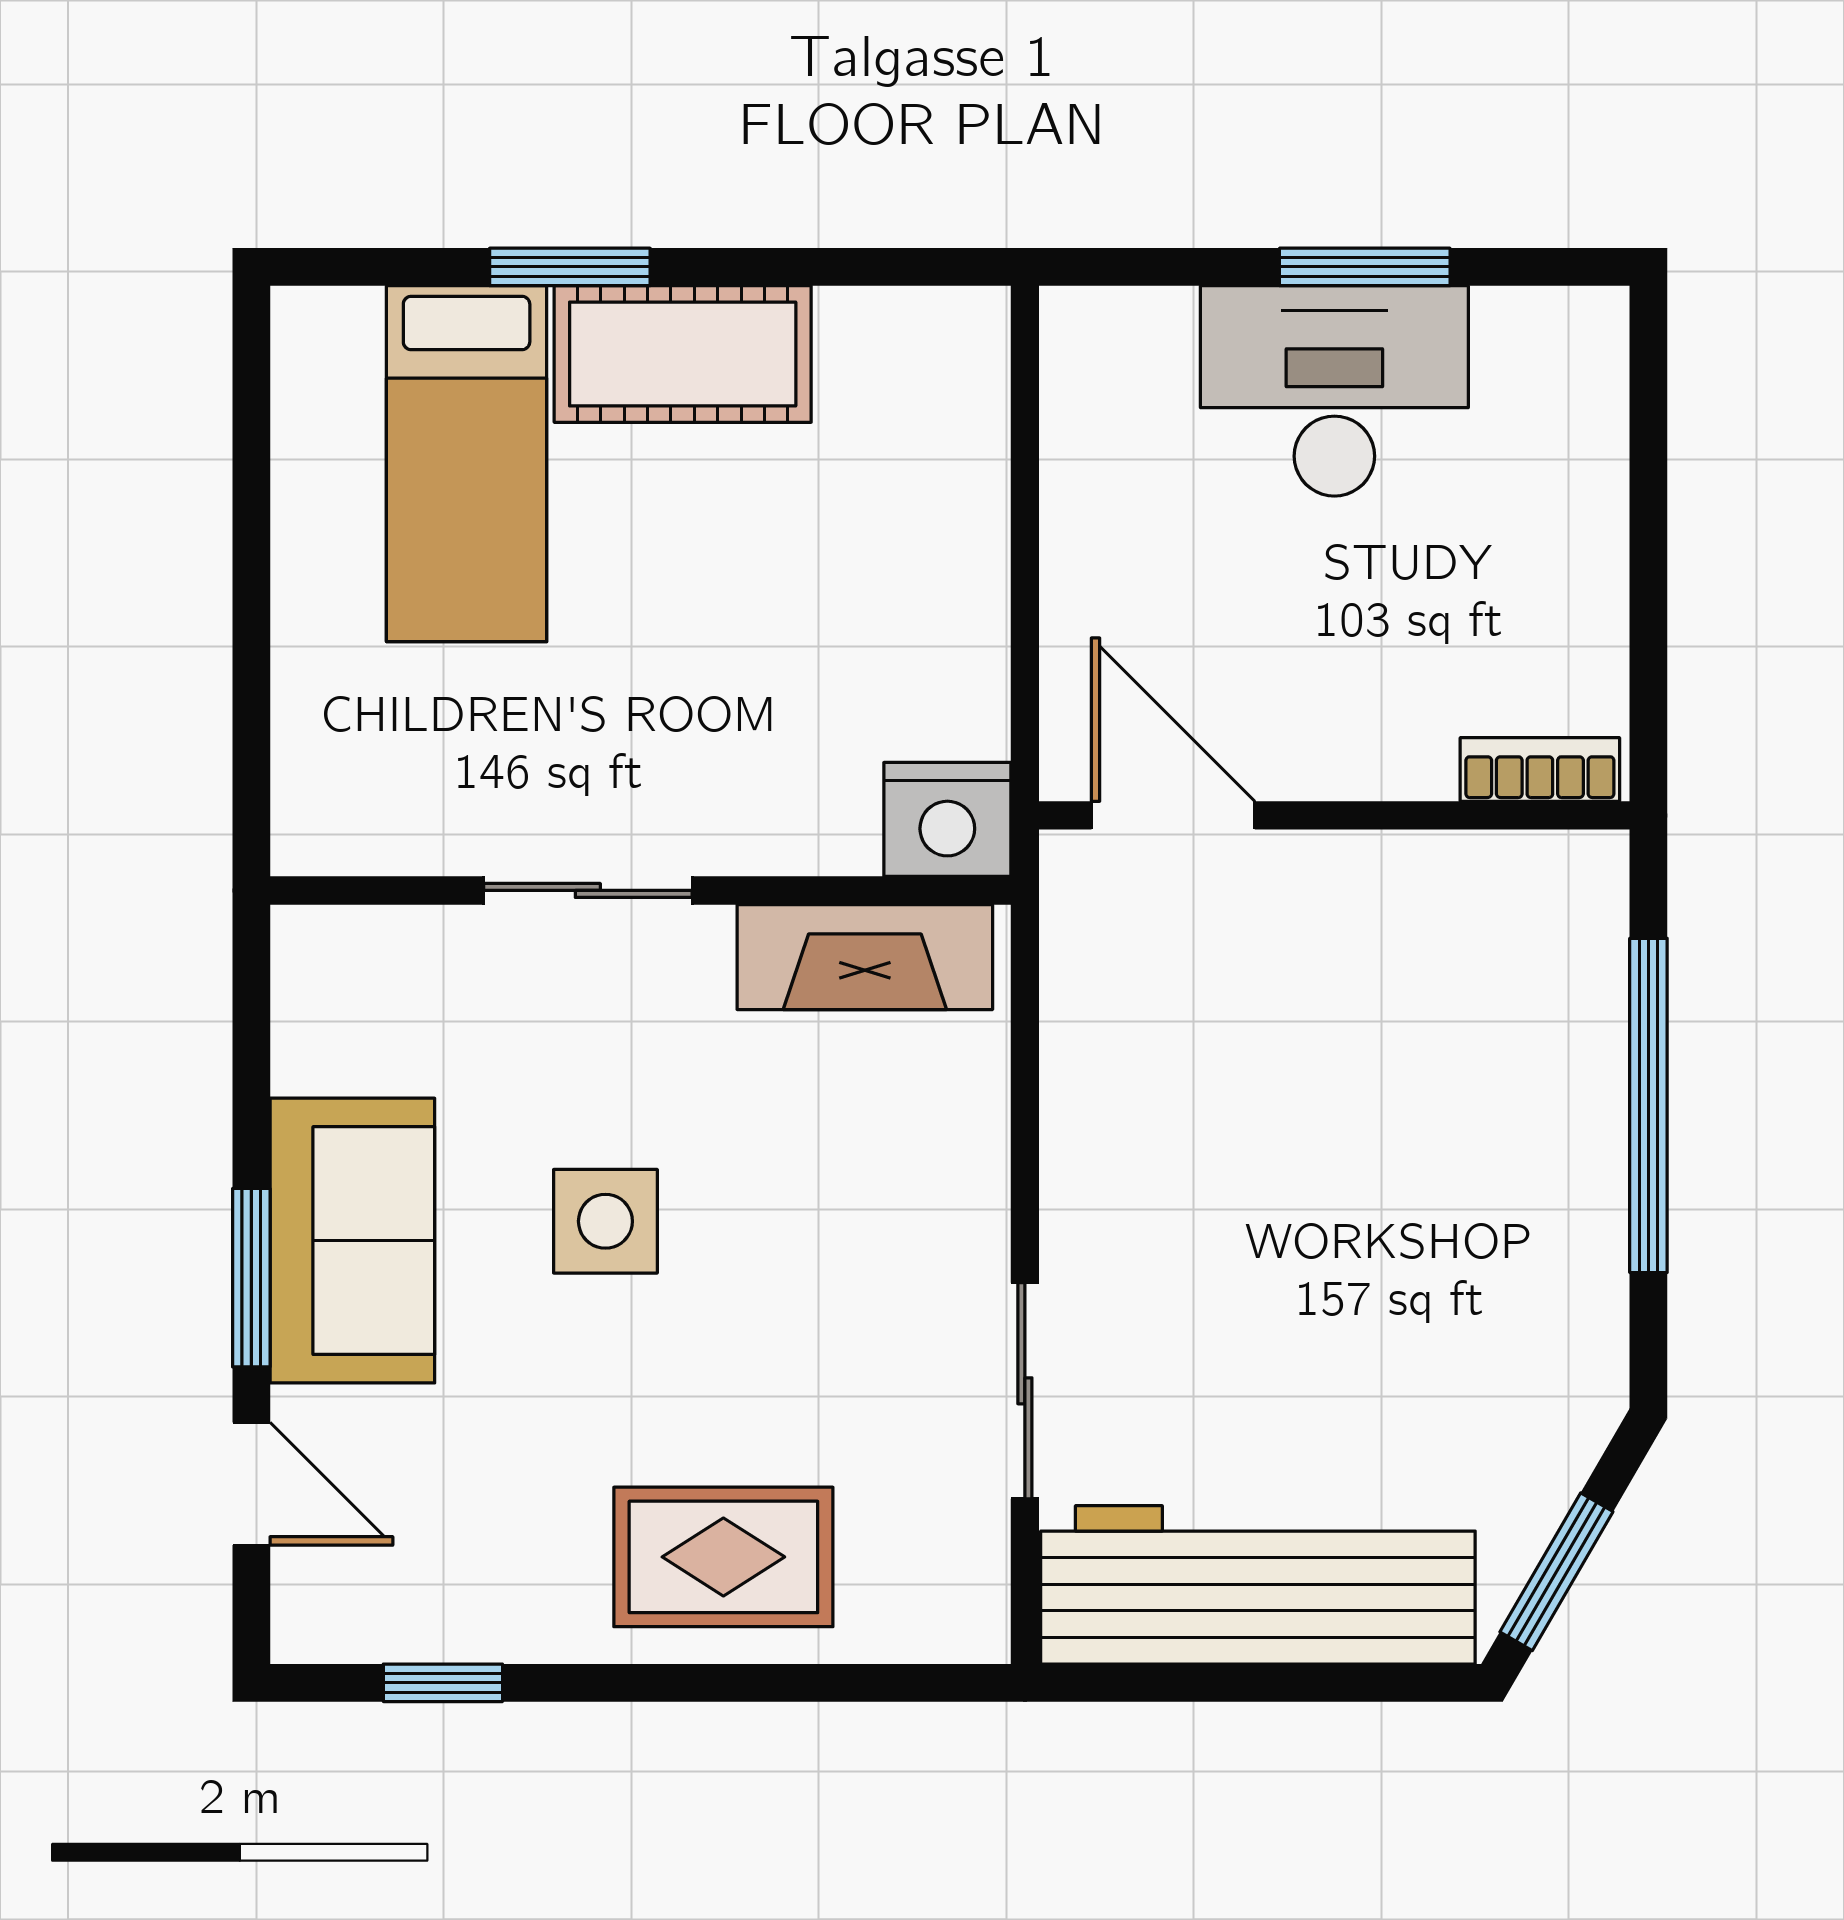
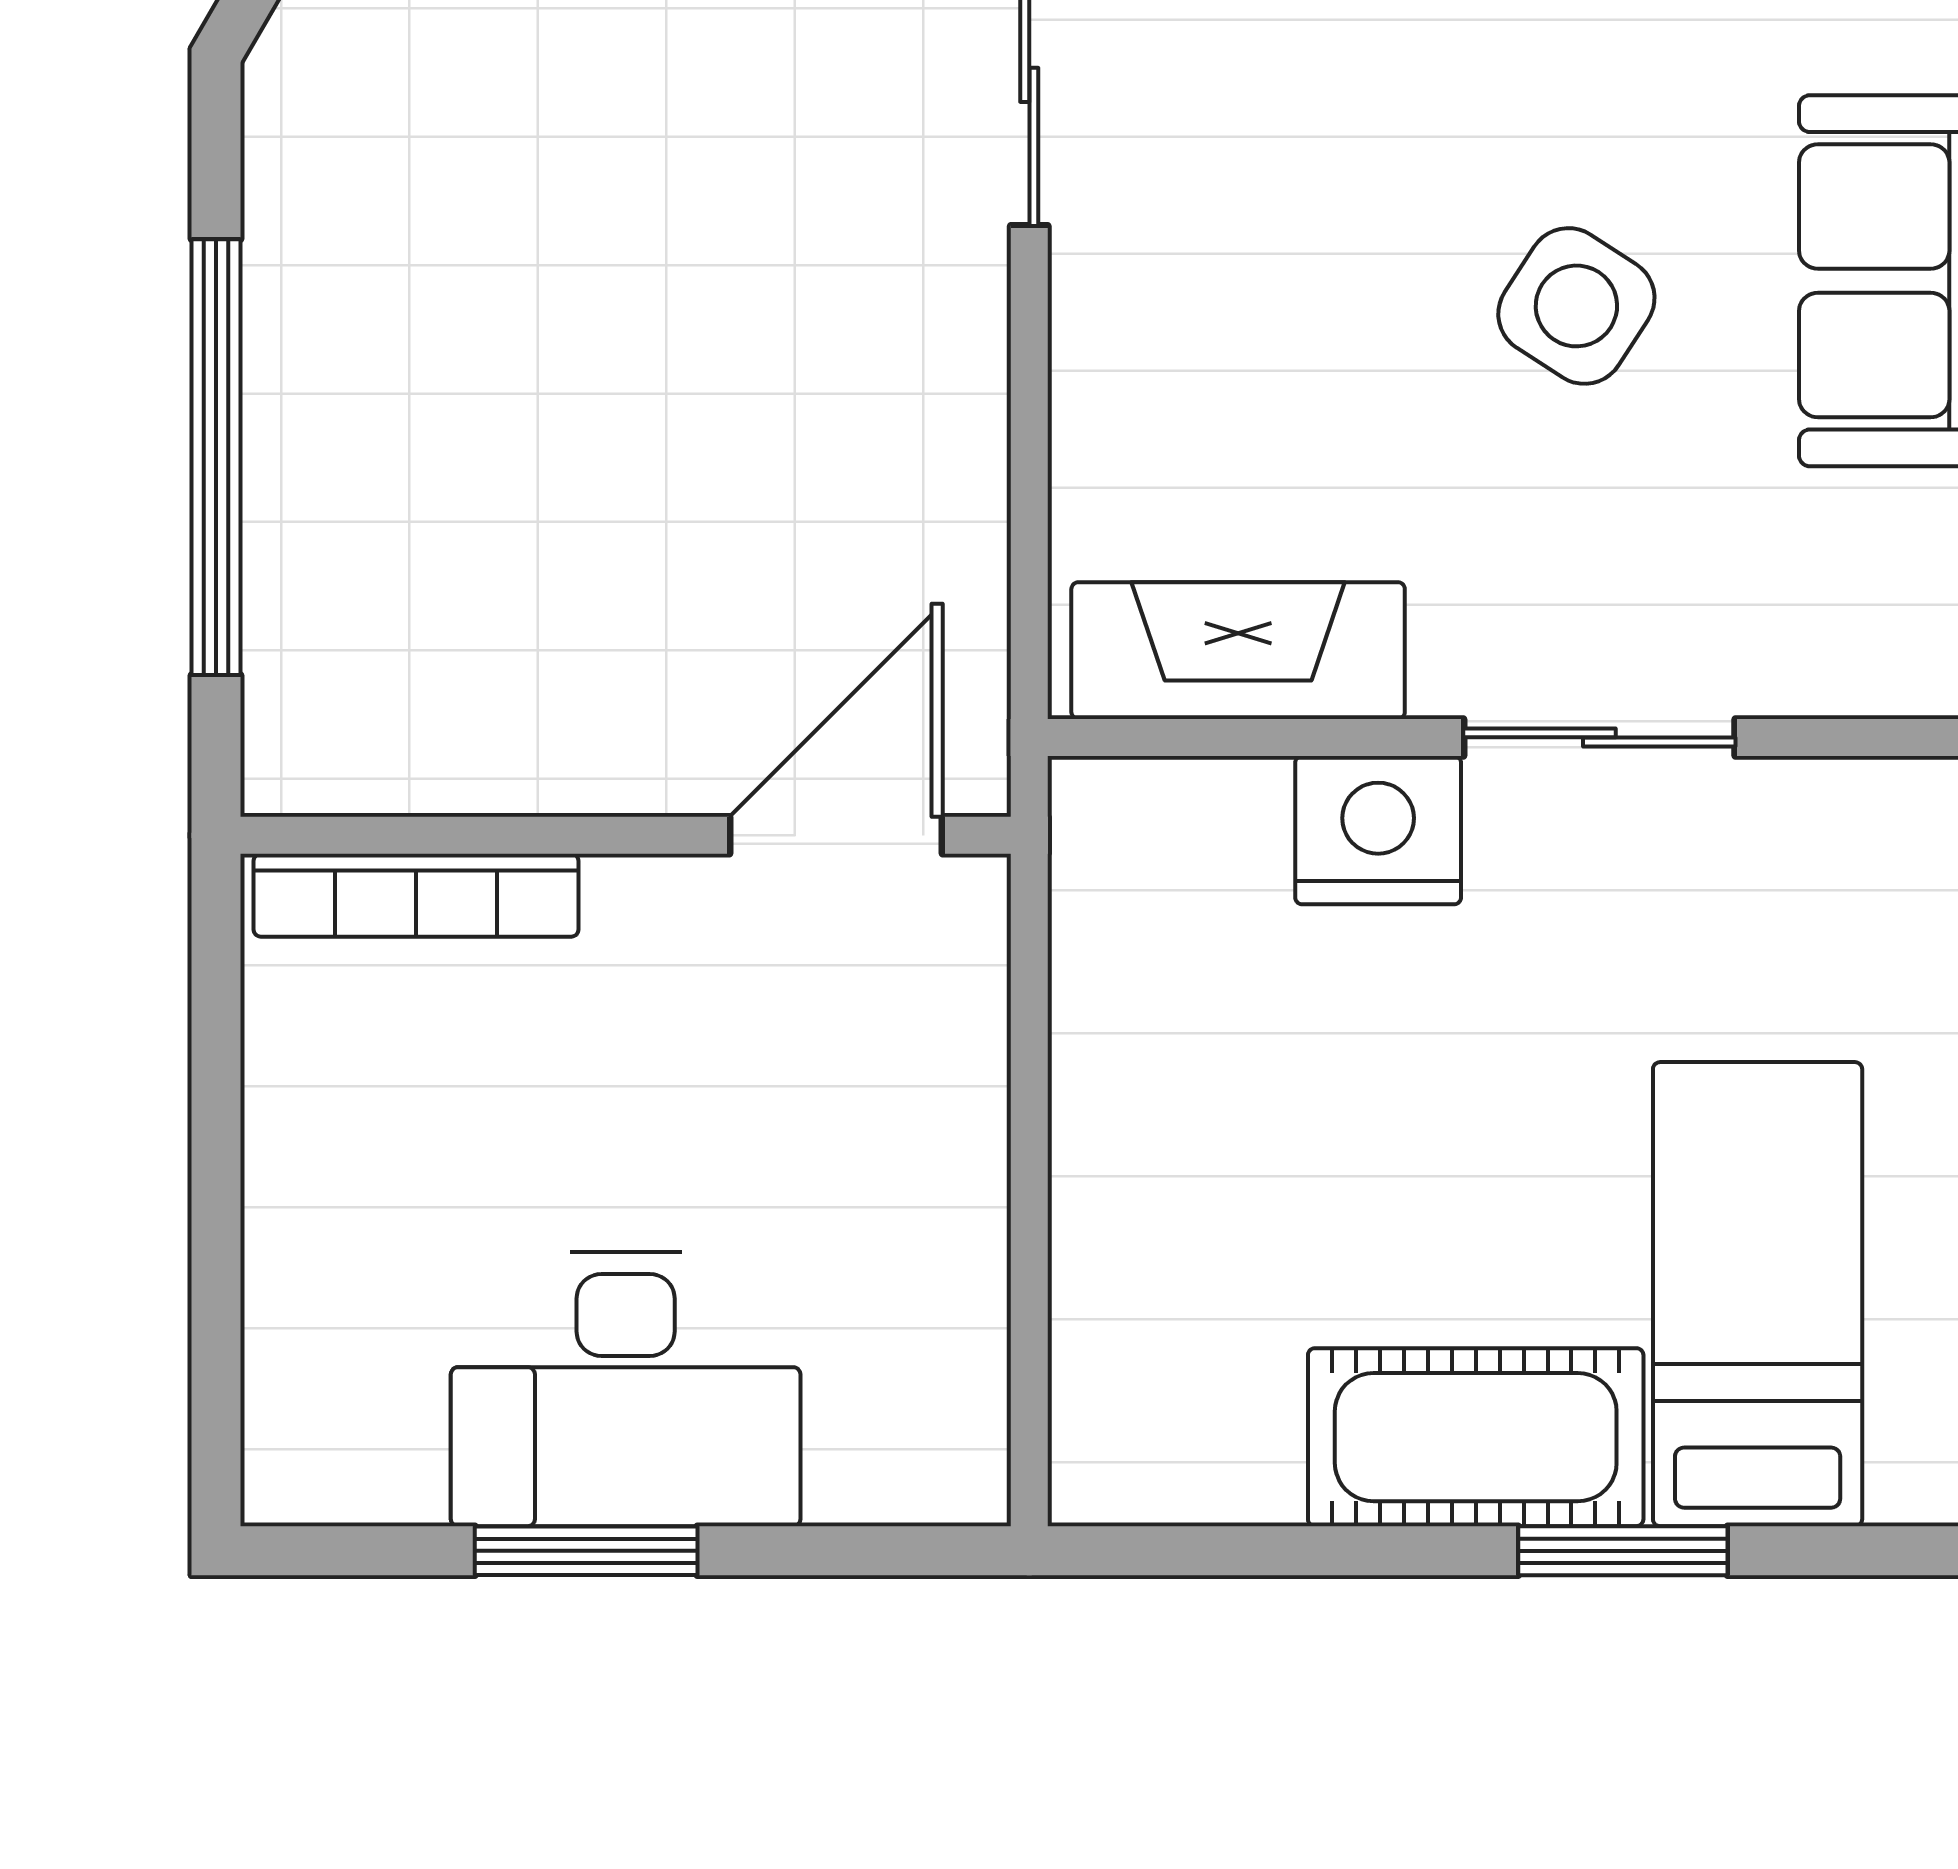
bookcase: (1540, 770) -> (416, 895), width x1.56
door: (1173, 815) -> (836, 835), swing flipped
nightstand: (947, 819) -> (1378, 830), moved
side table: (605, 1221) -> (1576, 306), turned 33

